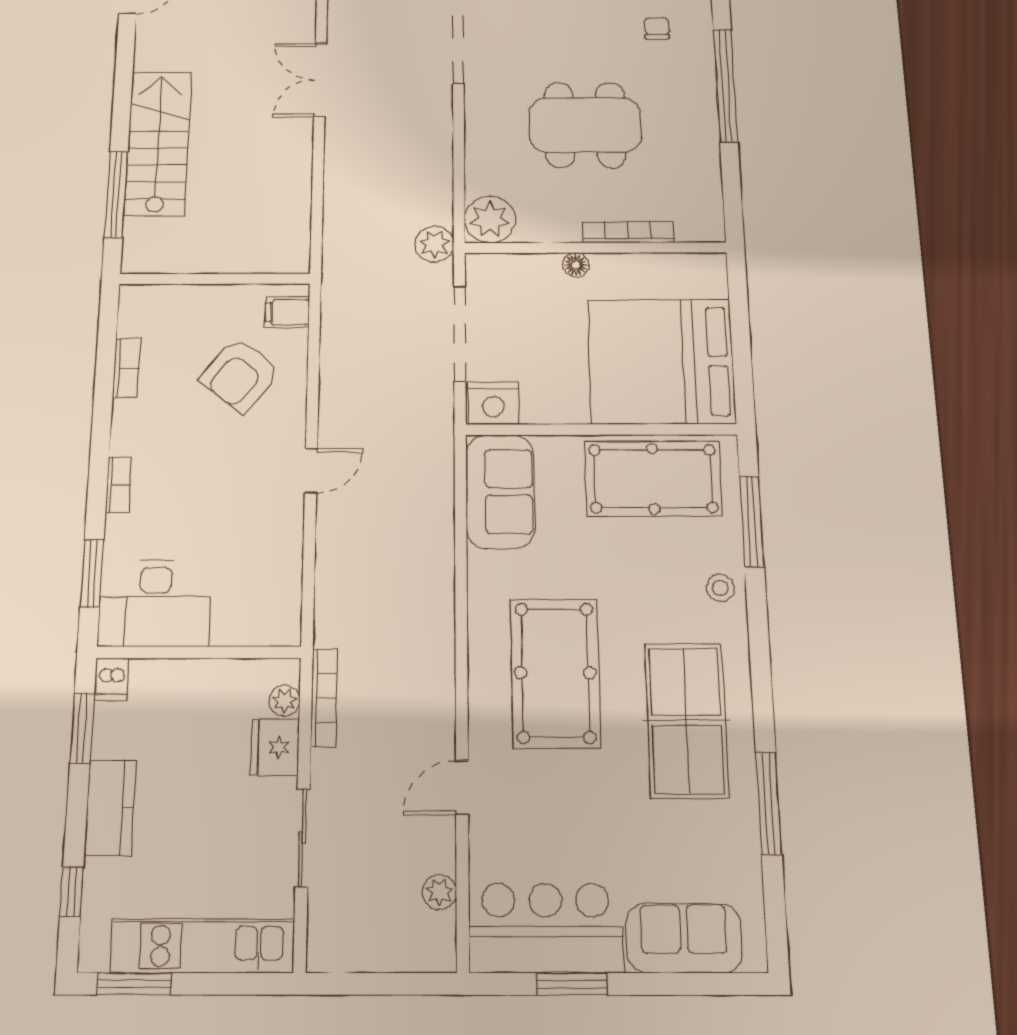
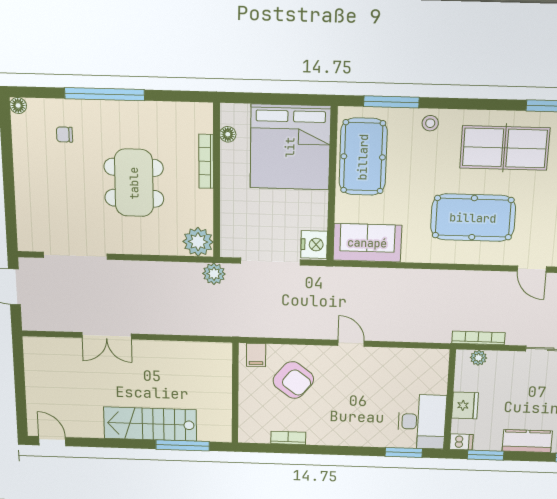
floor lamp: (576, 265) -> (228, 134), moved
bookcase: (118, 485) -> (355, 441), removed
fridge: (275, 747) -> (465, 405), moved, turned -90

